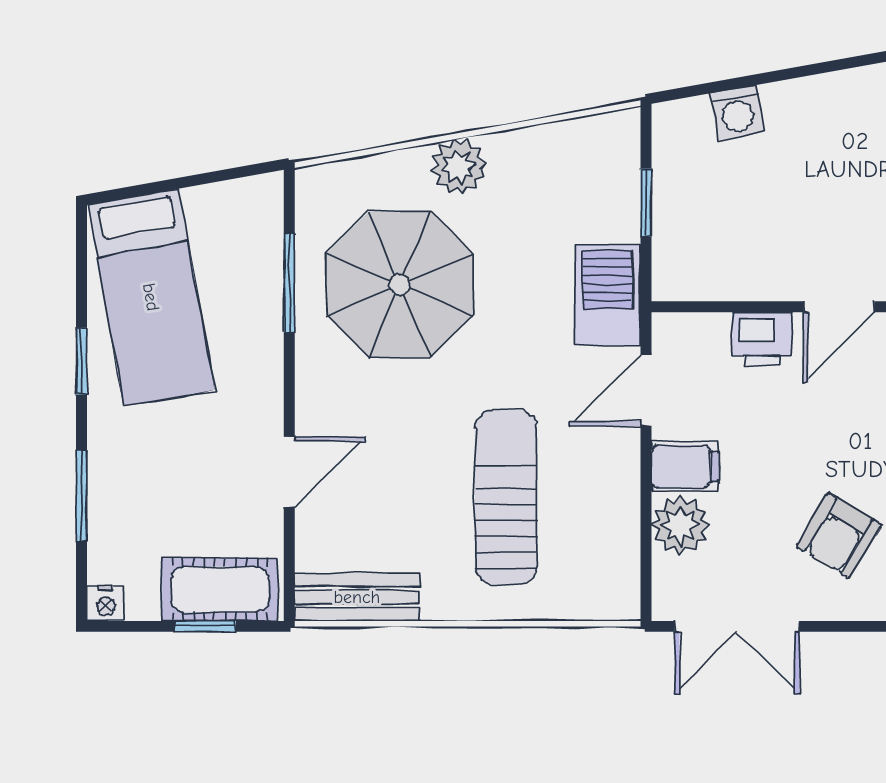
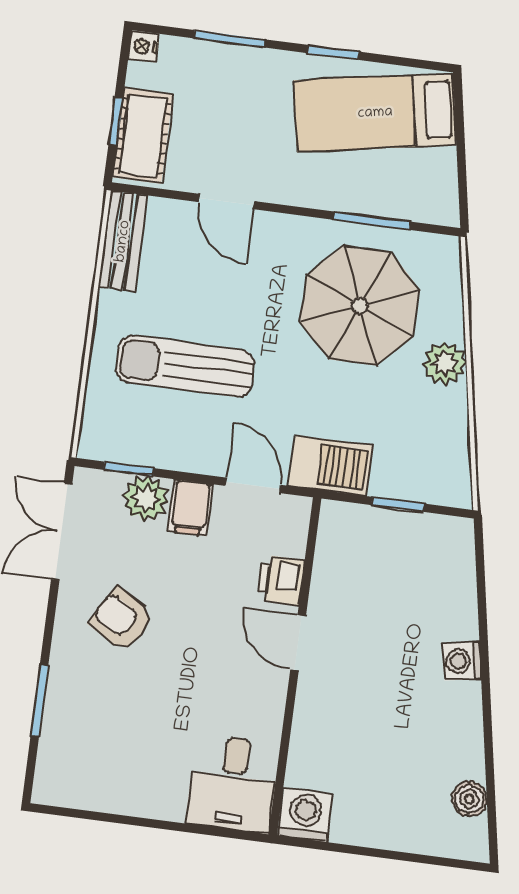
washing machine: (737, 113) -> (462, 661), moved
sun lounger: (506, 497) -> (185, 366), turned 180
window: (646, 551) -> (129, 469), added

